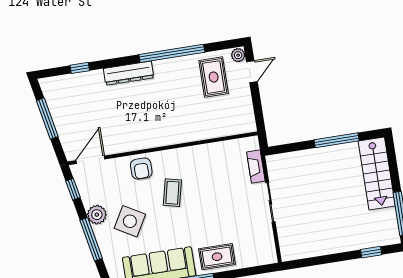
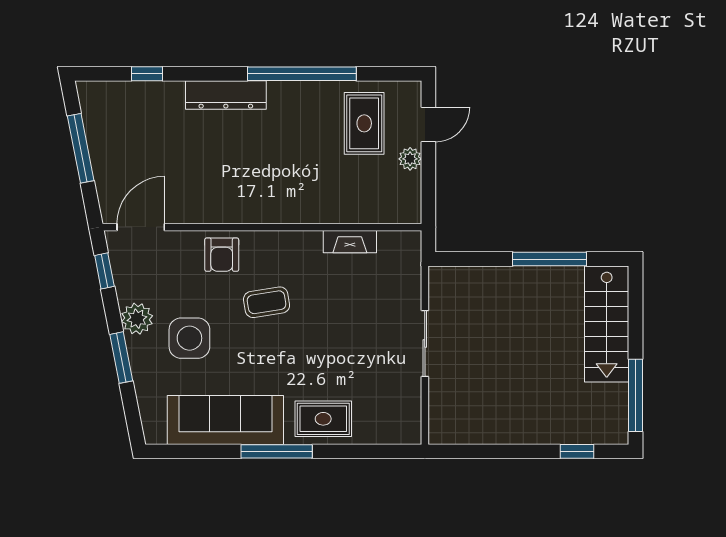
plant: (238, 55) -> (410, 159), moved
fireplace: (256, 166) -> (350, 242), moved, turned -90
coffee table: (172, 193) -> (267, 302), turned 68
side table: (130, 221) -> (189, 338), turned -30
window: (91, 239) -> (121, 358), width x0.69

